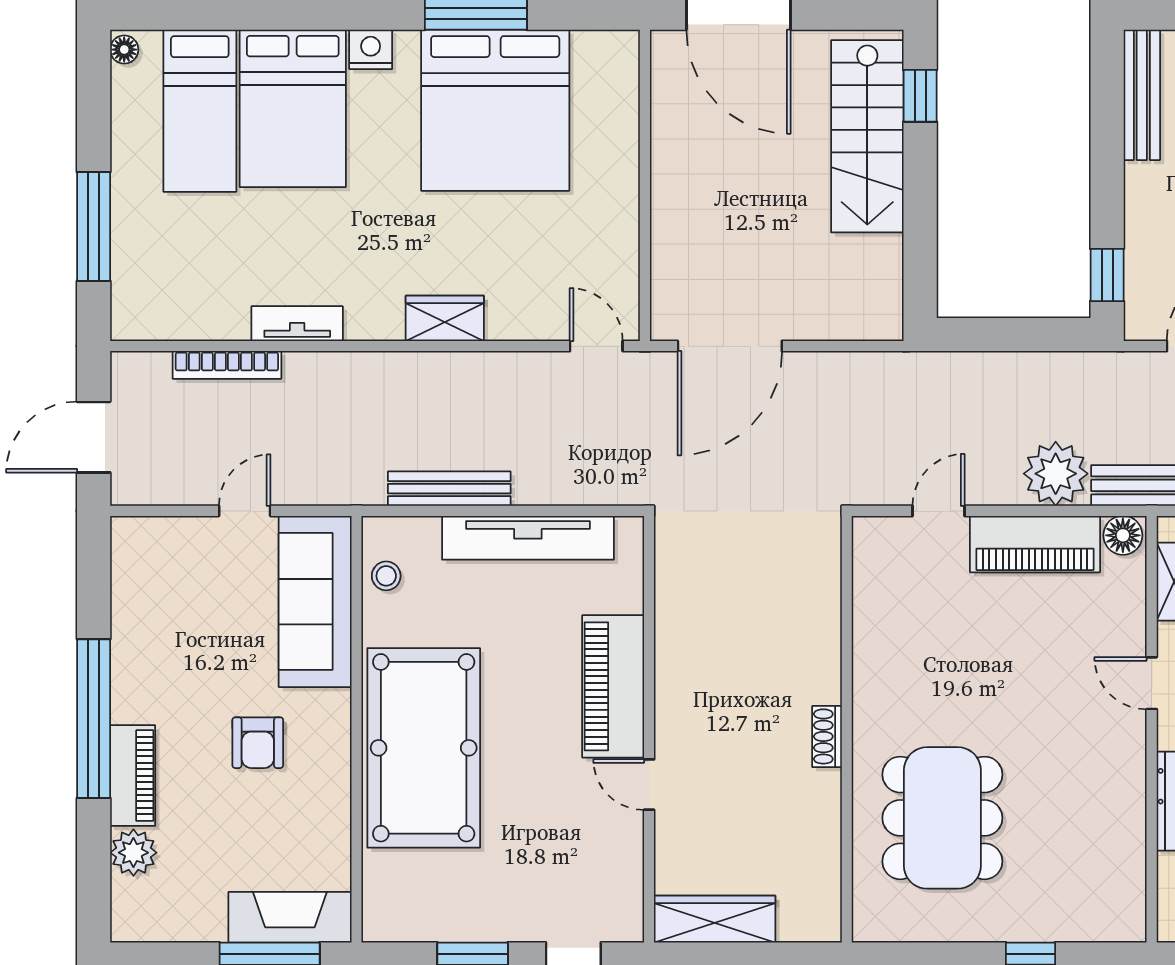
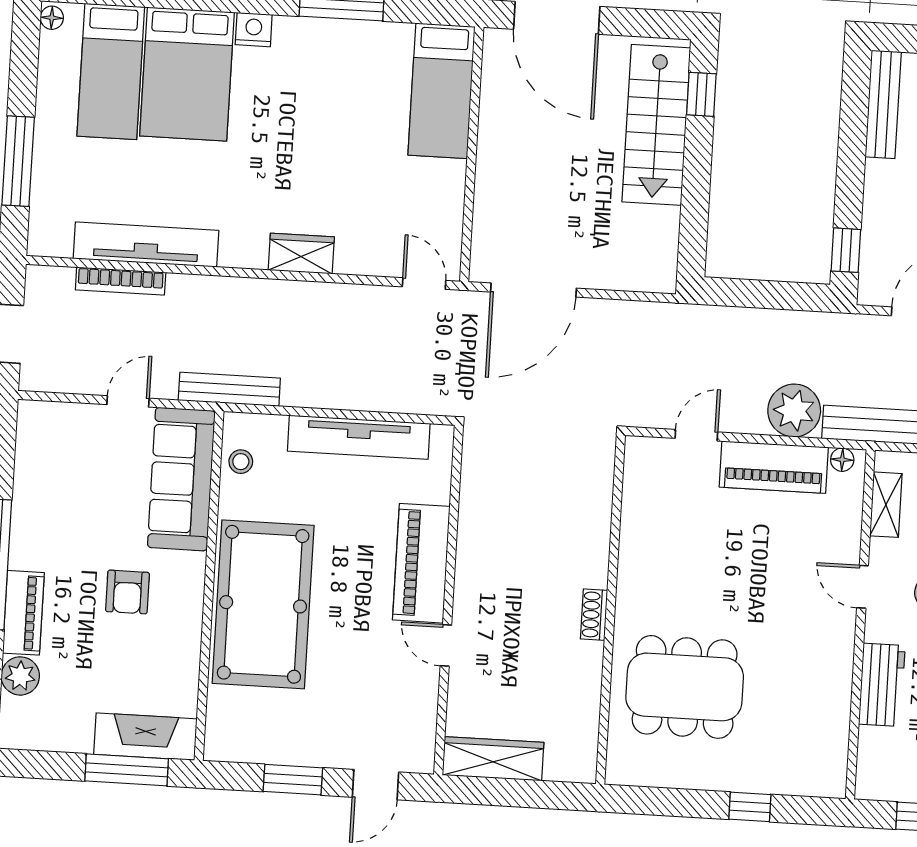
bed: (495, 110) -> (442, 91), moved, width x0.49
tv unit: (297, 324) -> (146, 245), width x1.92, depth x1.29
bench: (449, 489) -> (229, 389), moved
floor lamp: (1123, 535) -> (842, 460), width x0.73, depth x0.73
dining table: (942, 818) -> (685, 687), turned 90

